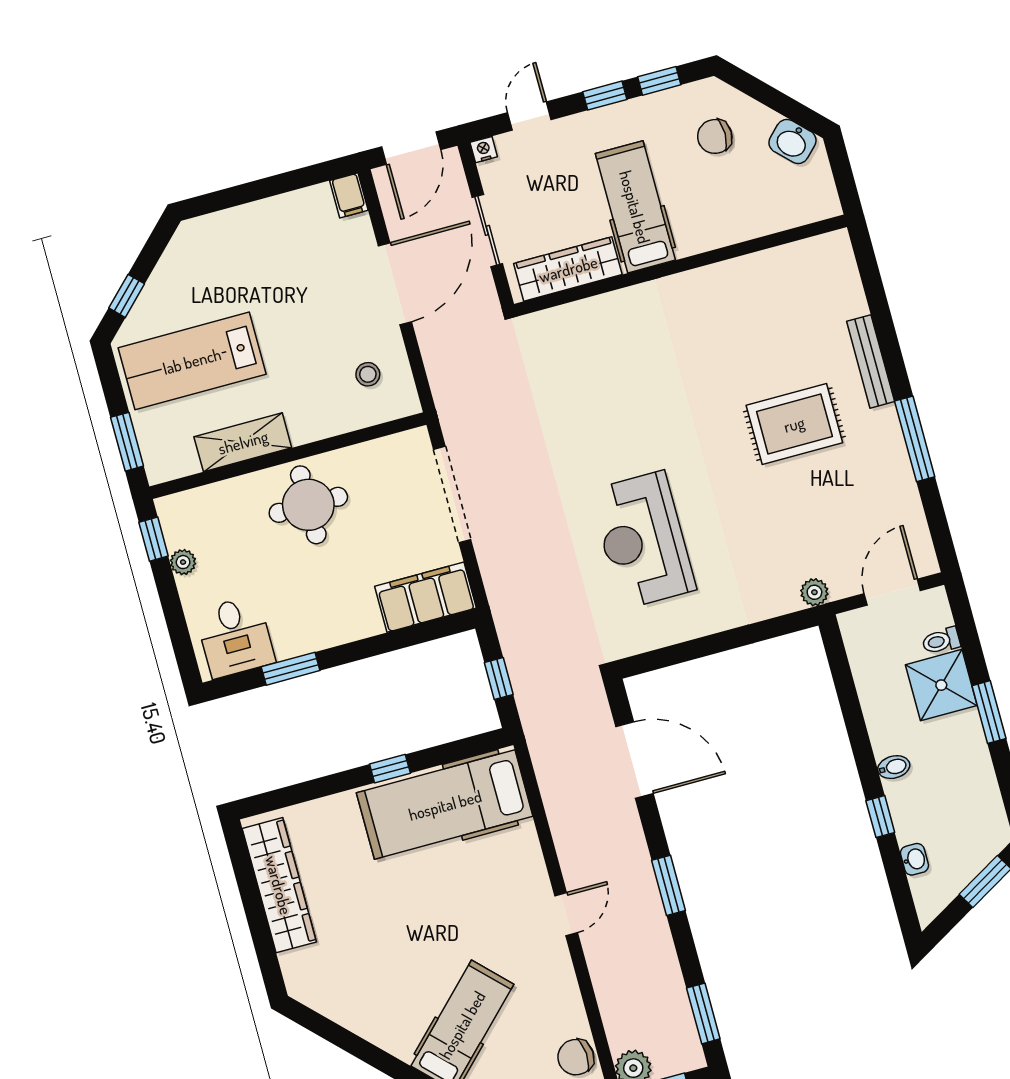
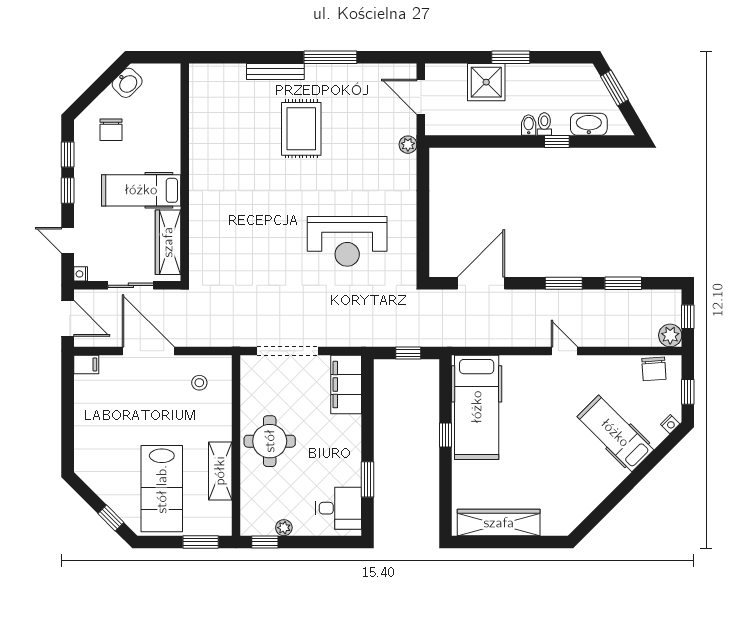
toilet: (941, 641) -> (544, 124), moved, turned 180
washbasin: (914, 859) -> (589, 124), width x1.91, depth x1.45
window: (703, 1013) -> (623, 283), moved

